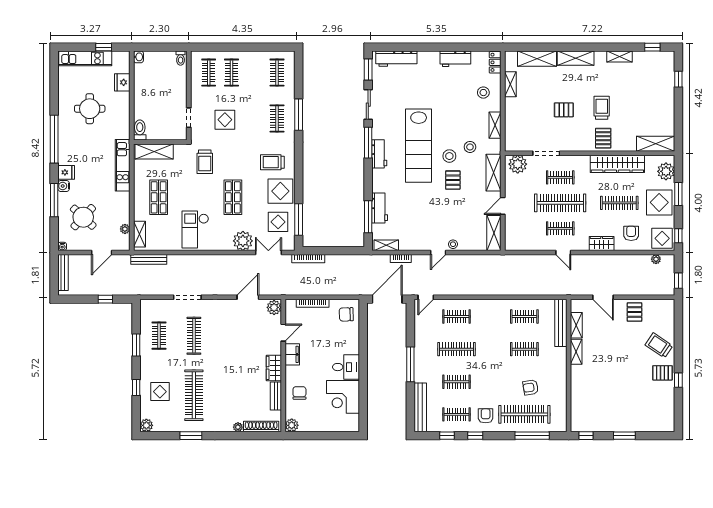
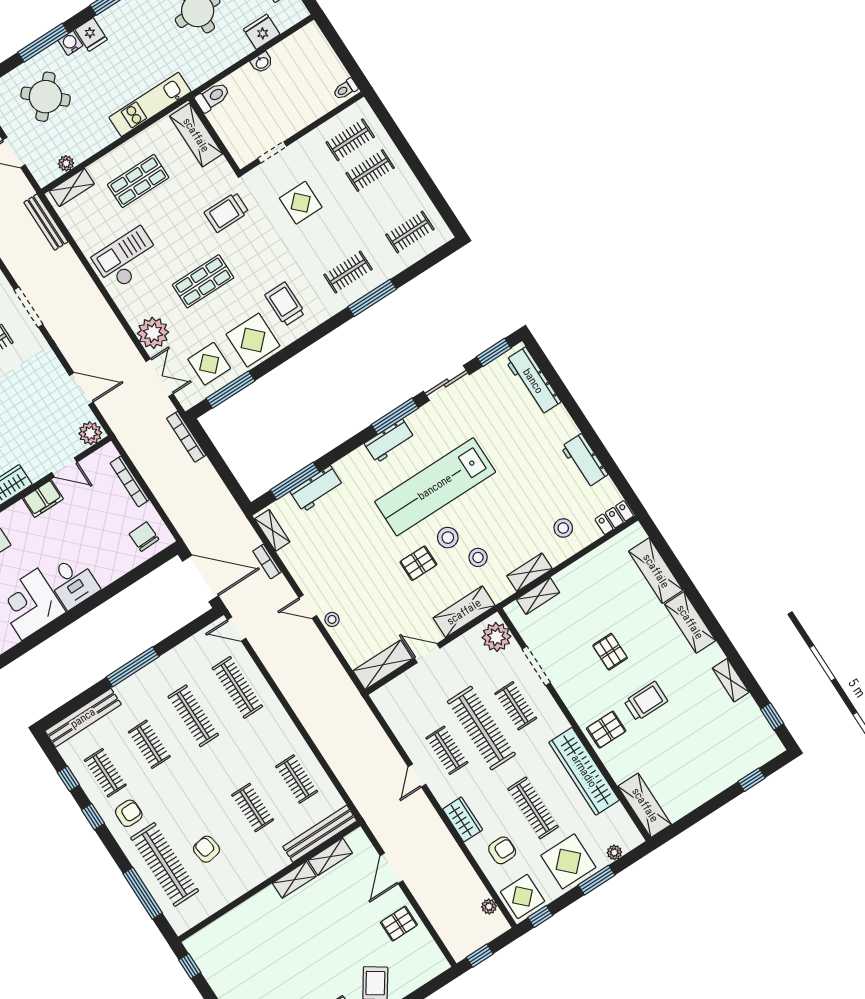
washbasin: (138, 57) -> (262, 63), moved
shelving: (510, 84) -> (538, 596), moved
plant: (666, 171) -> (614, 852), width x0.53, depth x0.53
clothes rail: (456, 317) -> (237, 687), width x1.36

